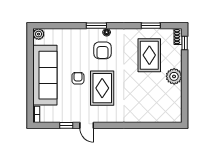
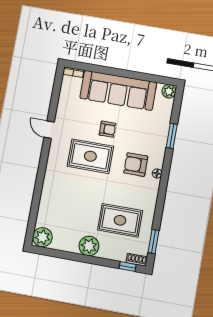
window: (96, 26) -> (172, 136), moved
window: (151, 26) -> (154, 242), moved
plant: (174, 115) -> (42, 237), added
window: (66, 125) -> (54, 105), removed
door: (87, 125) -> (49, 130), hinge flipped

